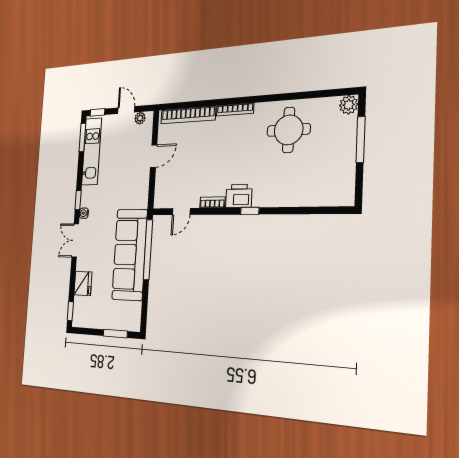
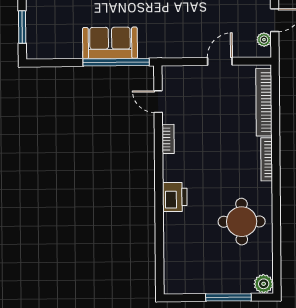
door: (154, 156) -> (220, 61), swing flipped
printer: (239, 196) -> (175, 197), moved
window: (250, 211) -> (159, 183), removed
sofa: (130, 255) -> (110, 43), width x0.54, depth x0.79

